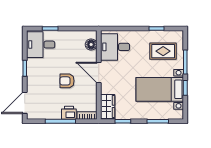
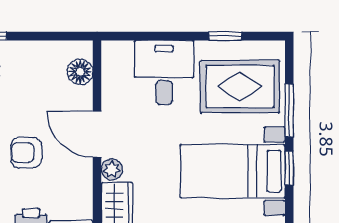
desk: (115, 47) -> (164, 72), moved, turned 90
rug: (163, 51) -> (240, 86), width x1.36, depth x1.43
plant: (105, 88) -> (112, 169), added

